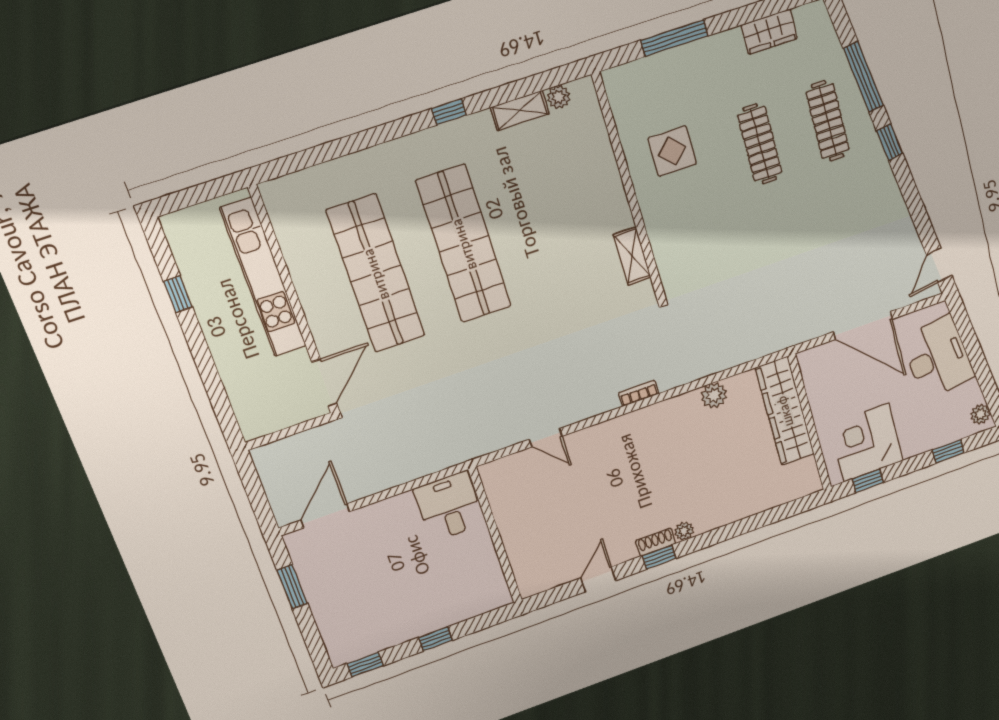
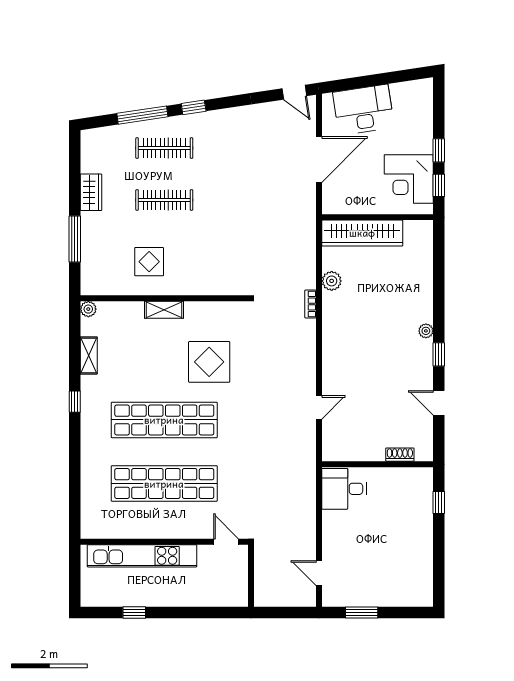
wardrobe: (769, 32) -> (91, 192), moved
plant: (559, 97) -> (88, 309), moved
shelving: (632, 256) -> (164, 310), moved
display table: (562, 277) -> (209, 362), added
door: (324, 383) -> (226, 542), width x0.73
bookcase: (639, 393) -> (311, 304), moved
plant: (980, 414) -> (419, 87), removed
window: (948, 451) -> (439, 150), moved
door: (325, 516) -> (319, 573), width x0.73
shoe rack: (656, 542) -> (400, 455), moved, turned 90
window: (435, 639) -> (439, 502), moved
window: (365, 665) -> (439, 584), removed

